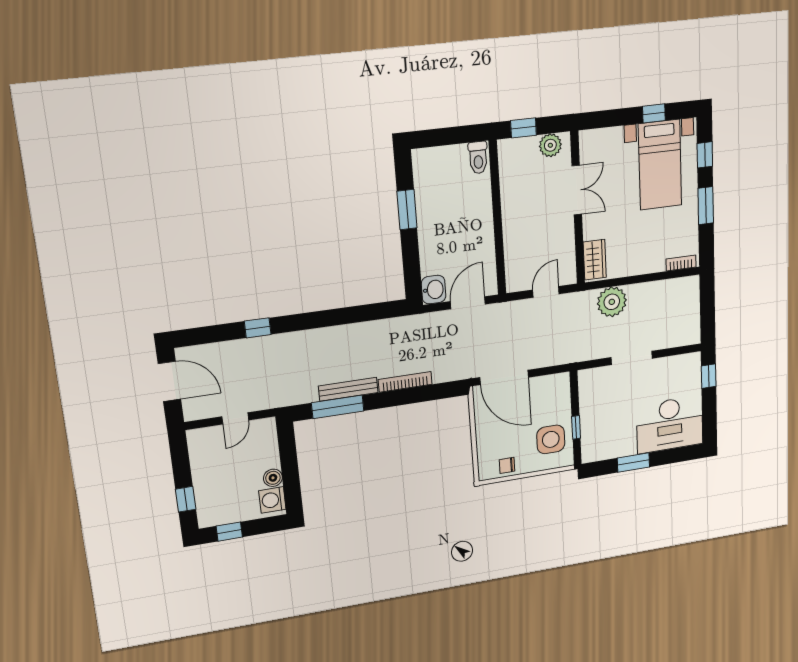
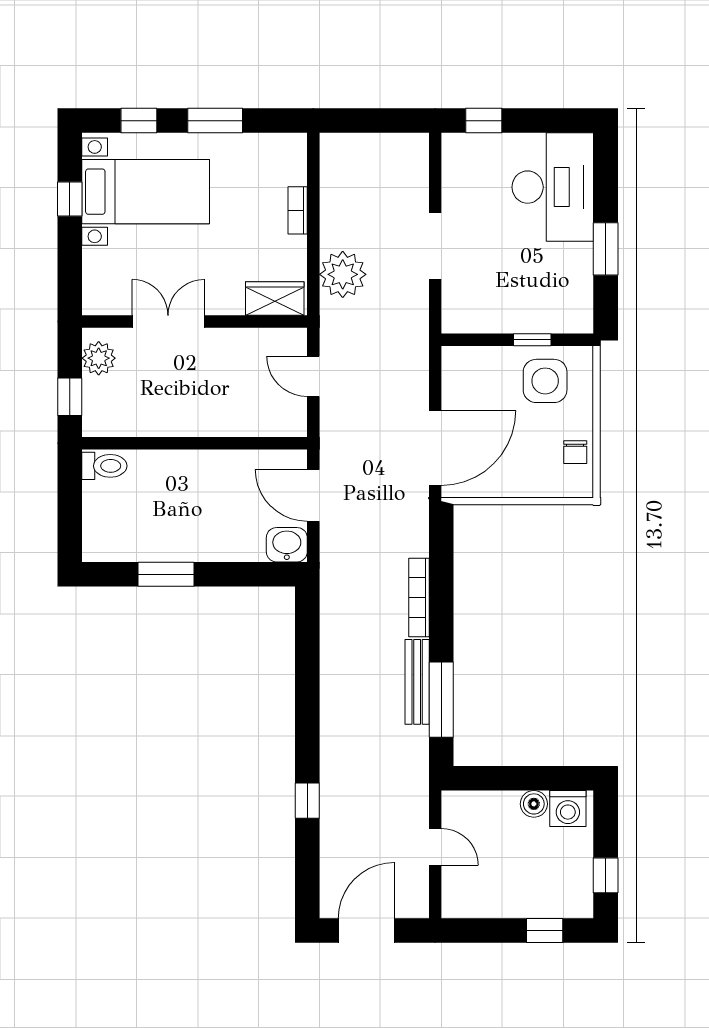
bookcase: (681, 263) -> (298, 210), moved

